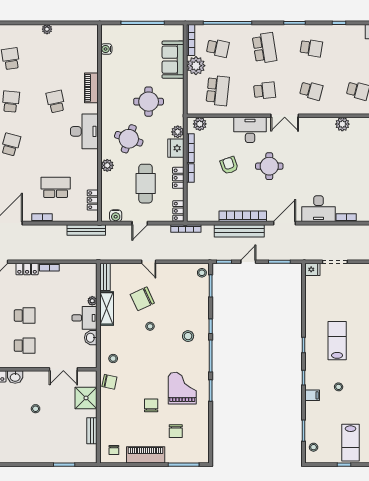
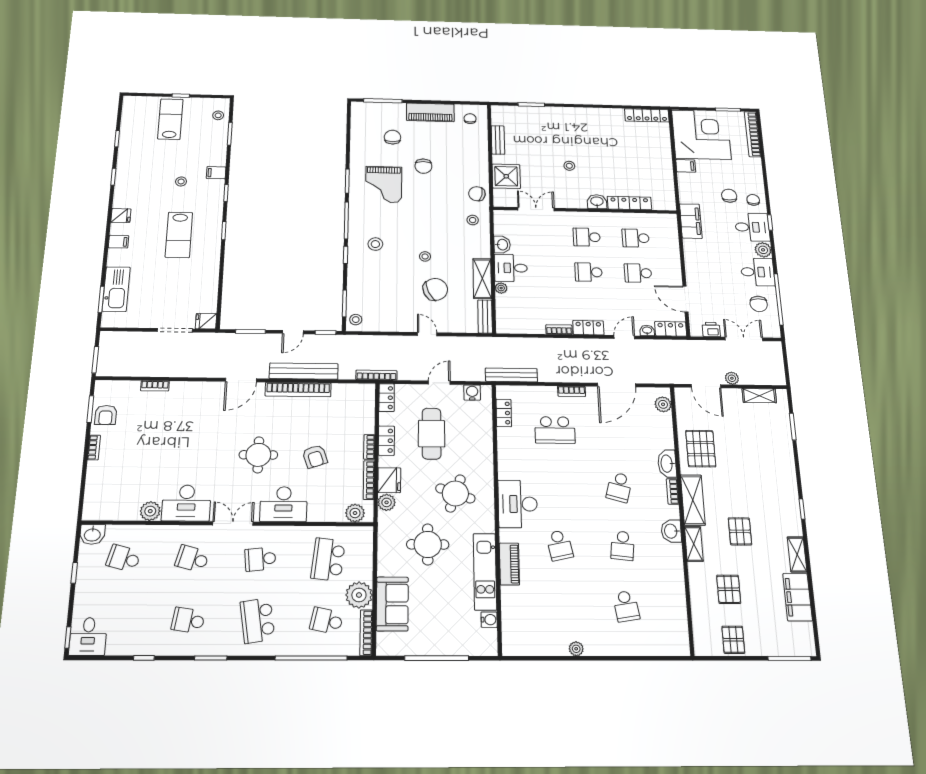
kitchen unit: (109, 82) -> (485, 572), added
plant: (107, 165) -> (485, 458), removed
desk: (318, 209) -> (186, 503), moved, turned 180

